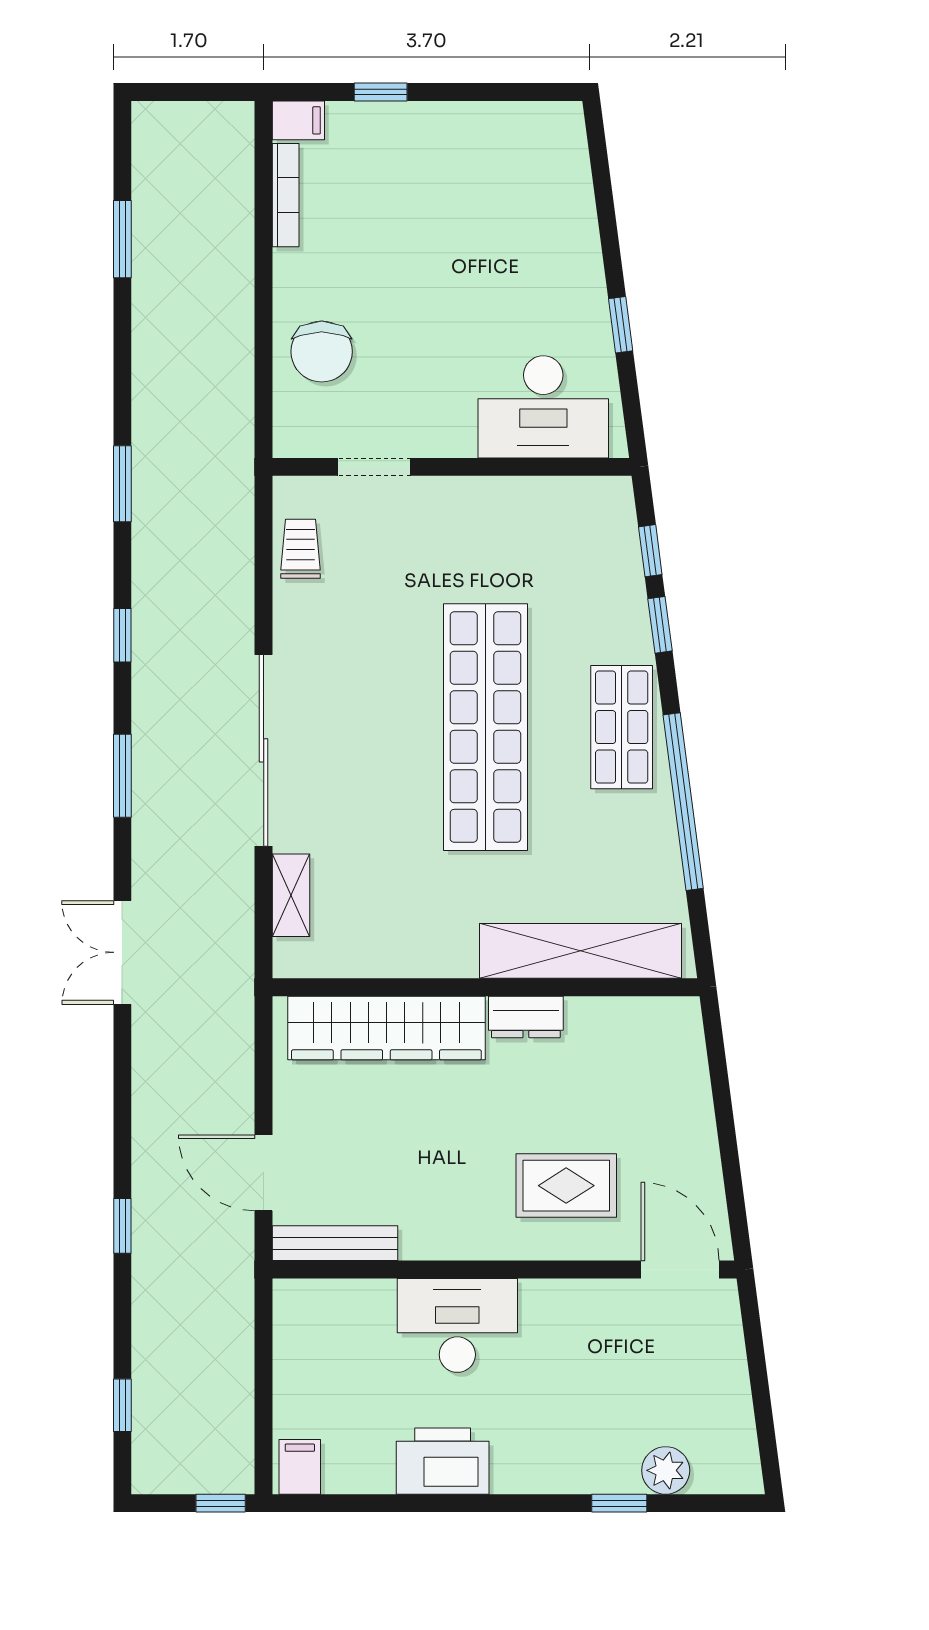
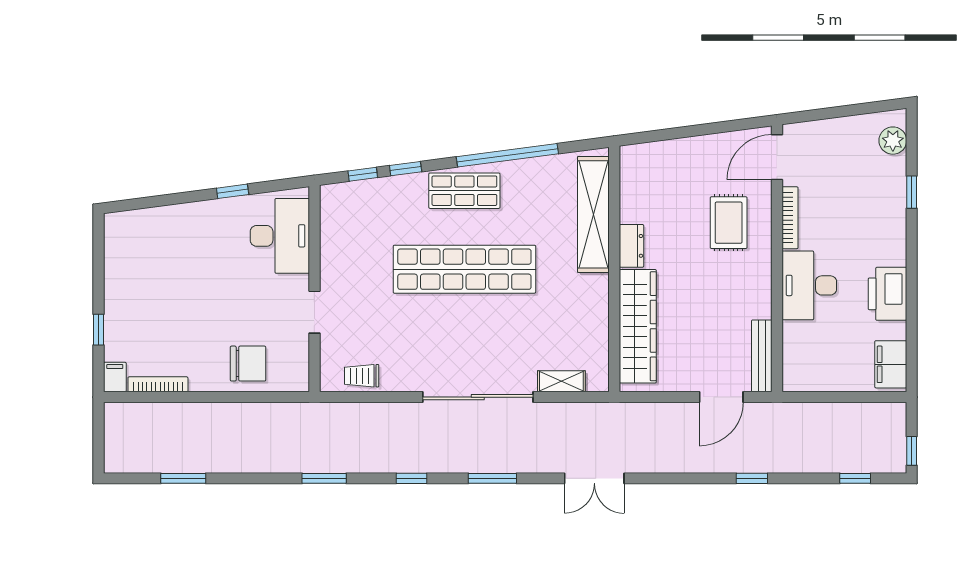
doorway: (374, 467) -> (314, 312), moved
bookcase: (575, 1292) -> (790, 218), added
filing cabinet: (300, 1467) -> (891, 364), width x2.00
plant: (666, 1470) -> (893, 141), moved
window: (221, 1503) -> (912, 451), moved

